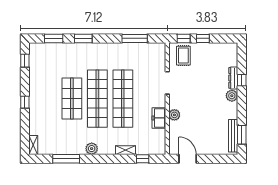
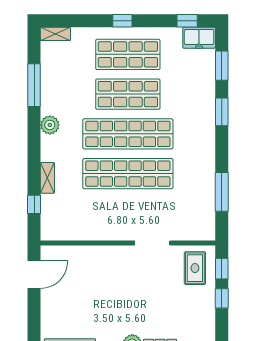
rug: (183, 56) -> (195, 268), turned 90
shop shelf: (46, 99) -> (128, 54), added
plant: (174, 115) -> (102, 254), removed
freezer: (159, 118) -> (199, 38), moved, turned 180

